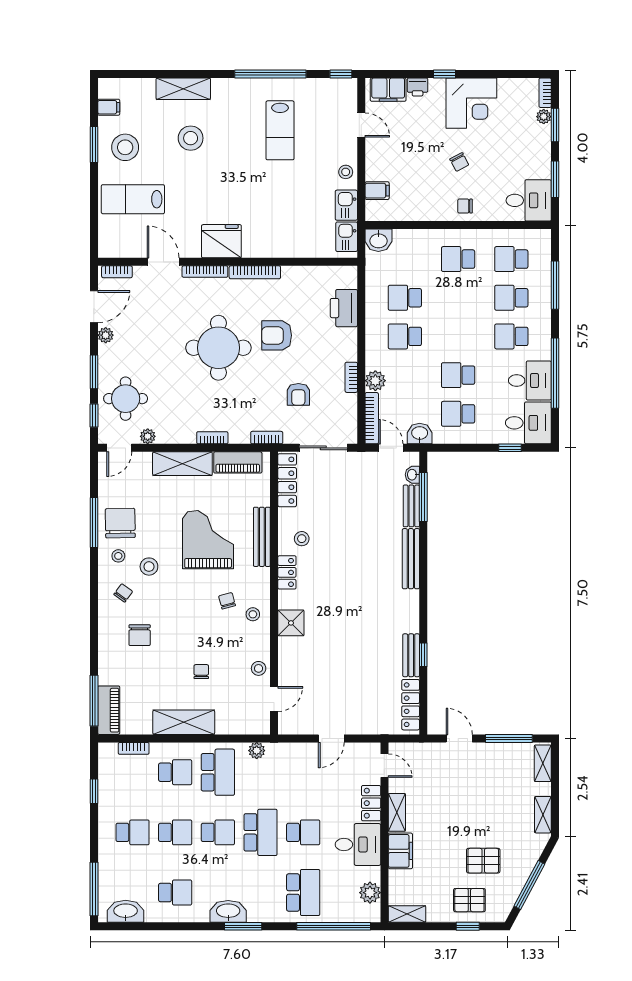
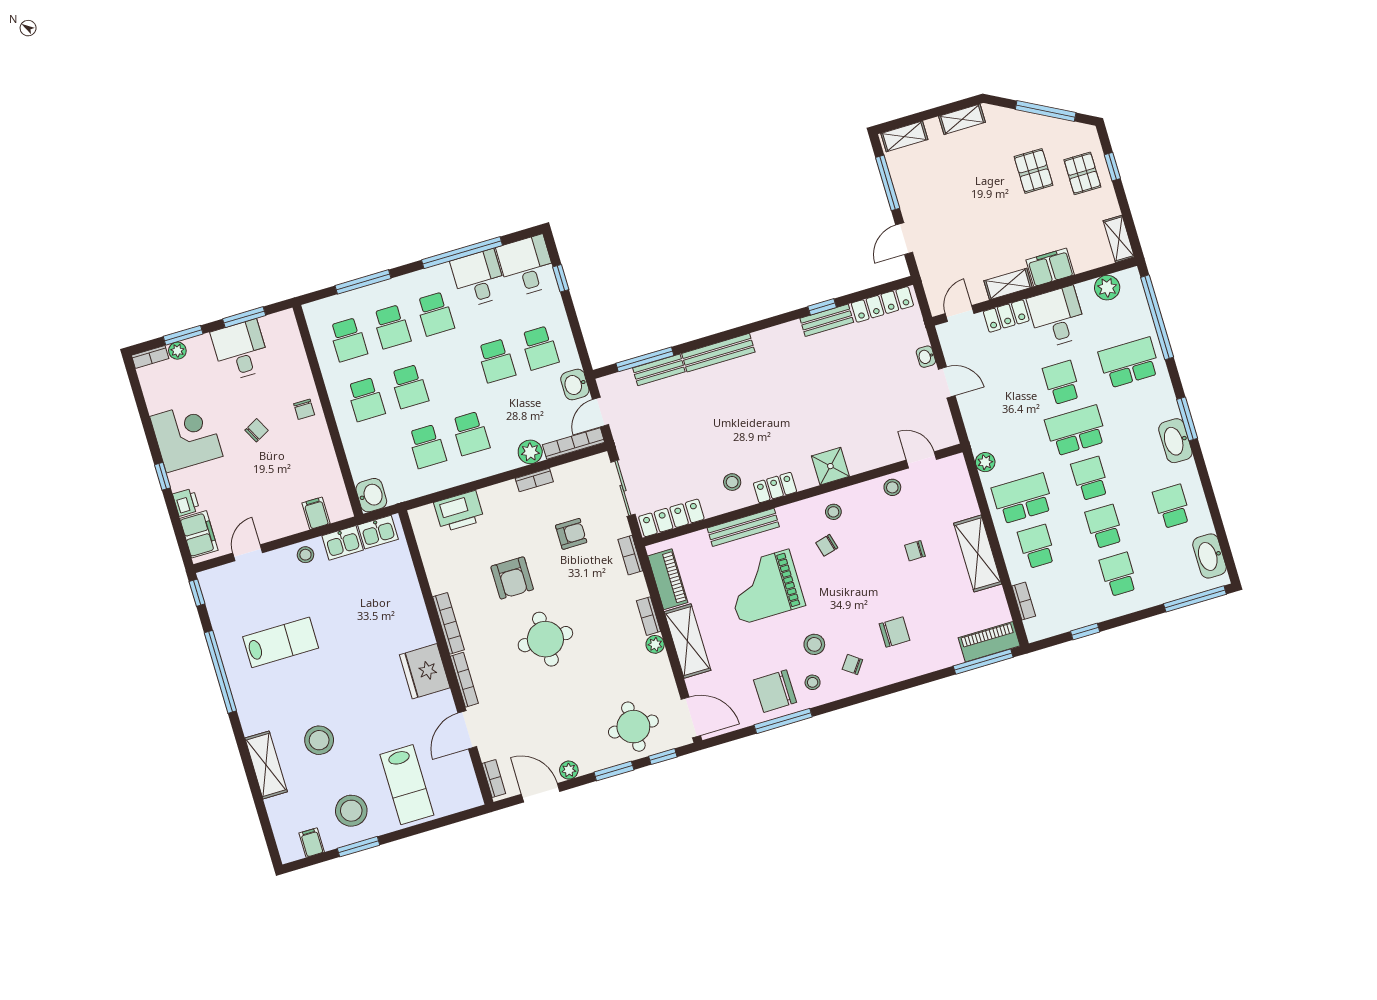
desk: (529, 200) -> (241, 350), moved
school desk: (458, 298) -> (409, 387), added
round table: (218, 348) -> (545, 639), width x0.73, depth x0.73
plant: (148, 436) -> (655, 644), moved
door: (119, 448) -> (691, 717), width x1.37
washbasin: (412, 475) -> (926, 357), moved, turned 90

